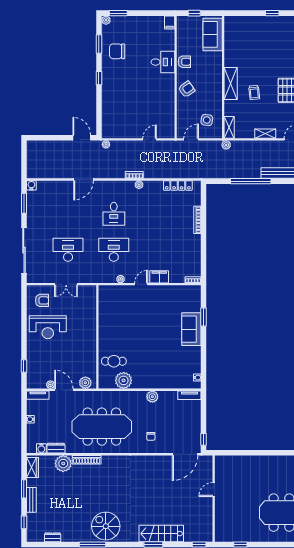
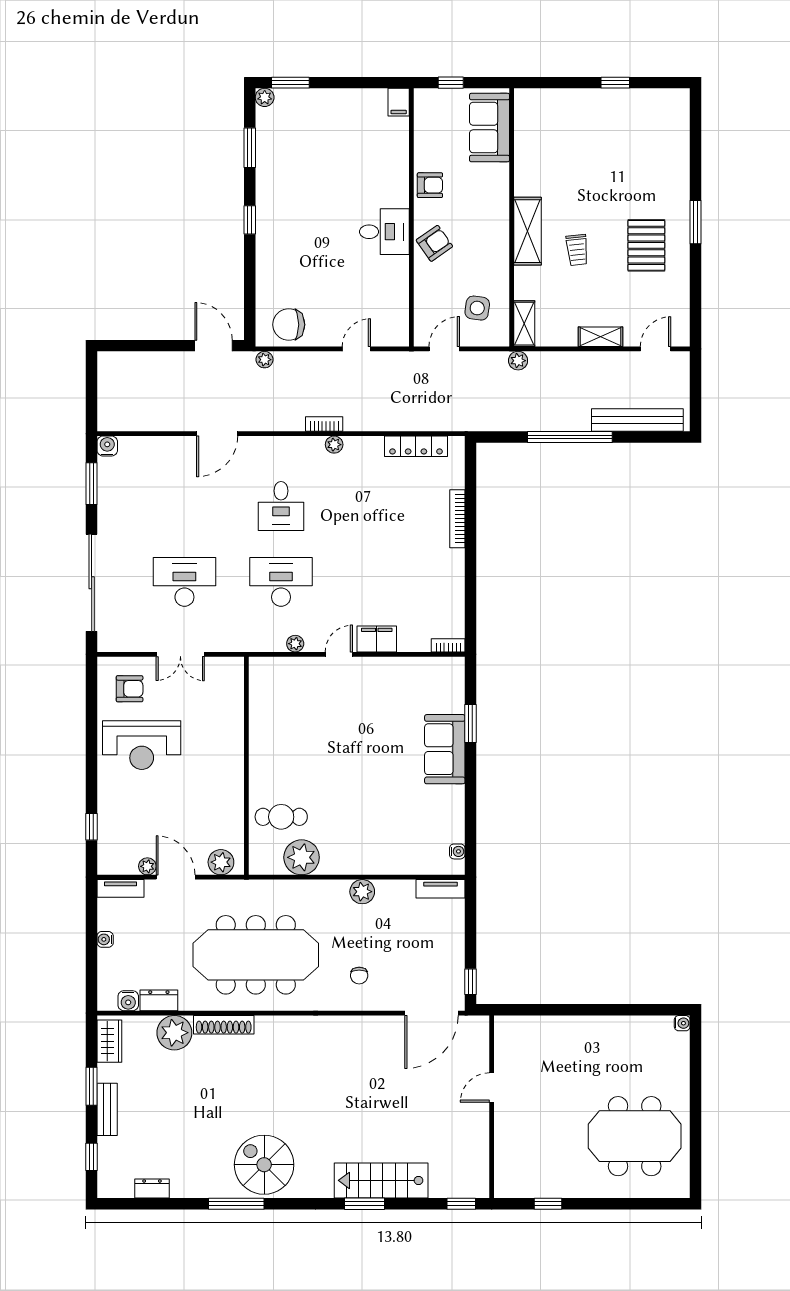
chair: (117, 51) -> (289, 325), moved
desk: (163, 62) -> (384, 232), moved

